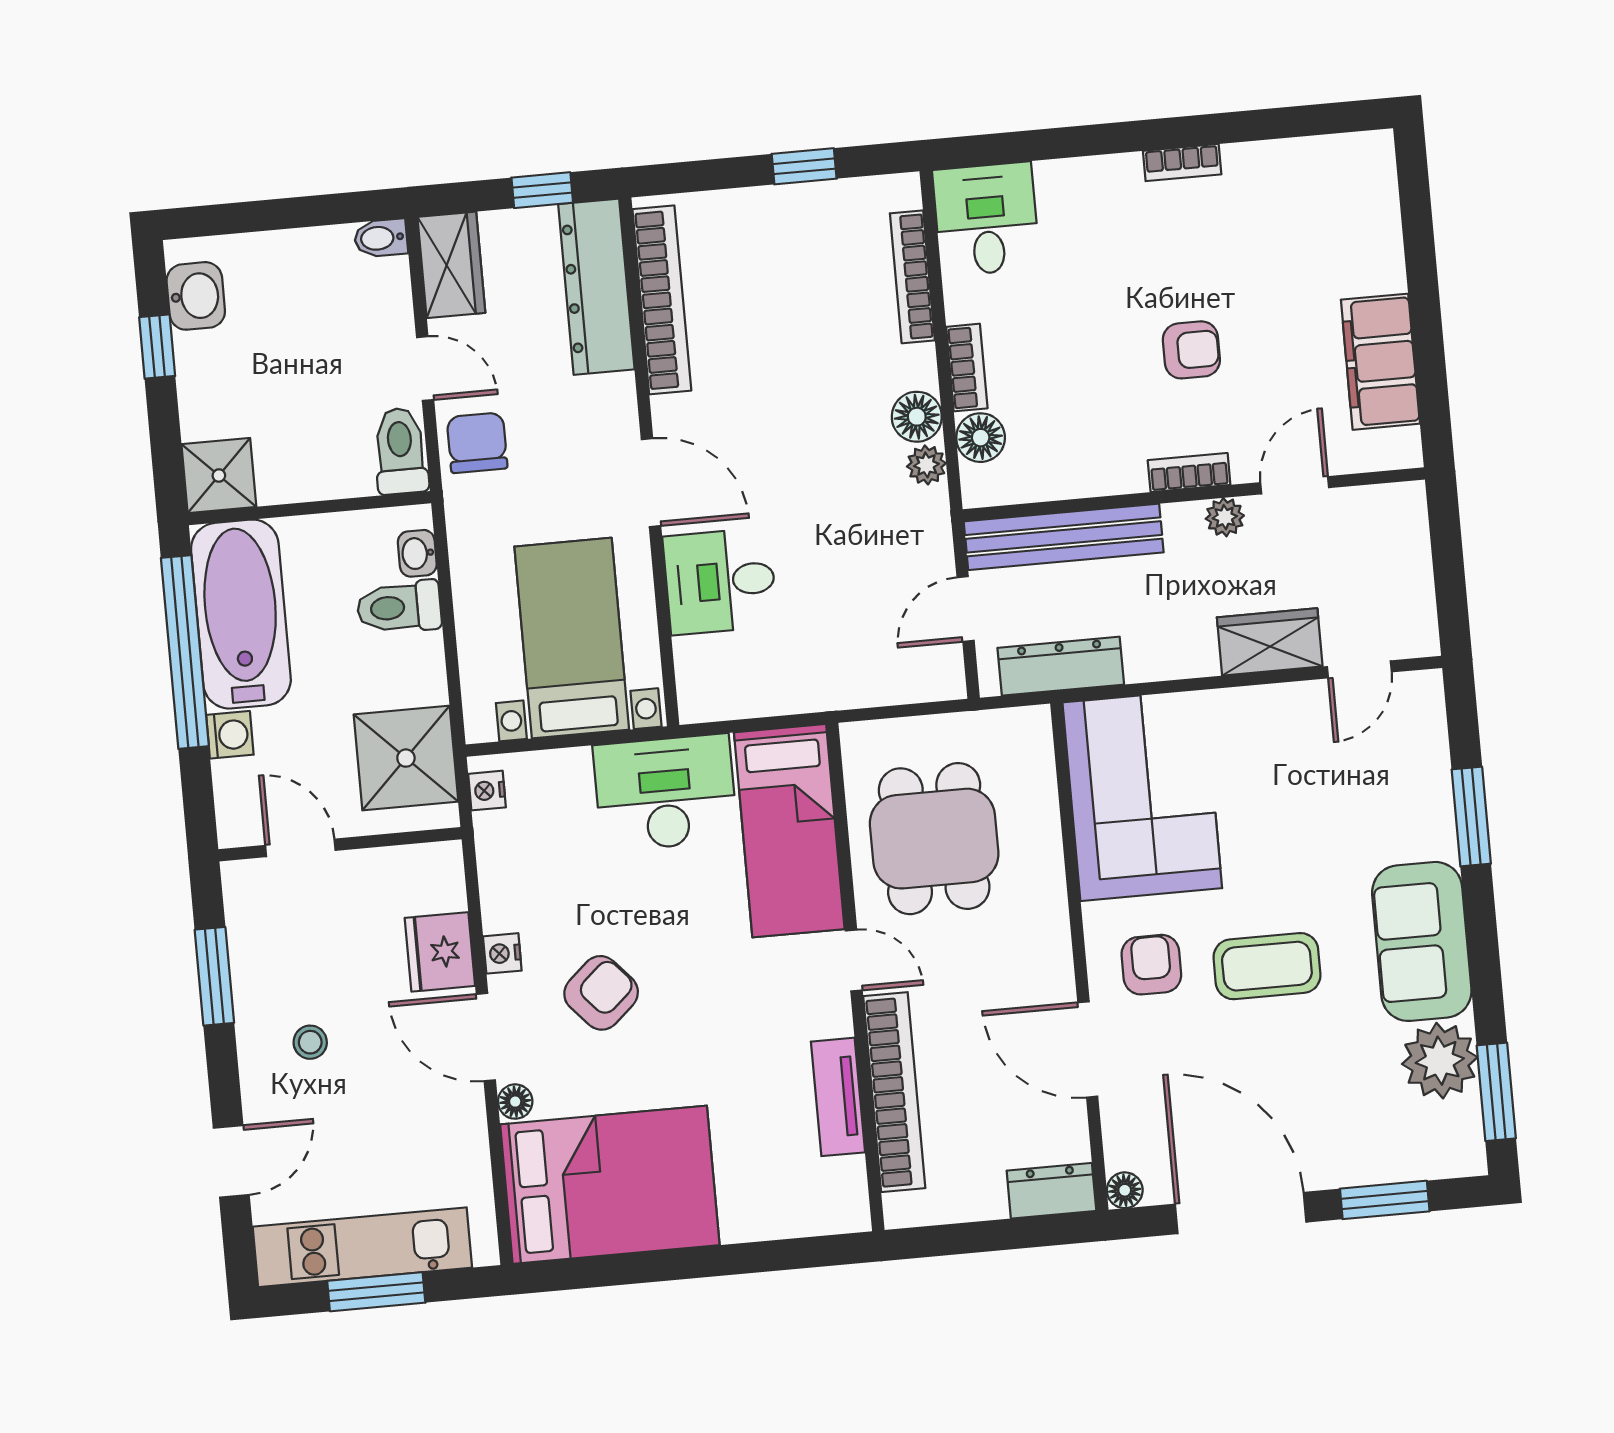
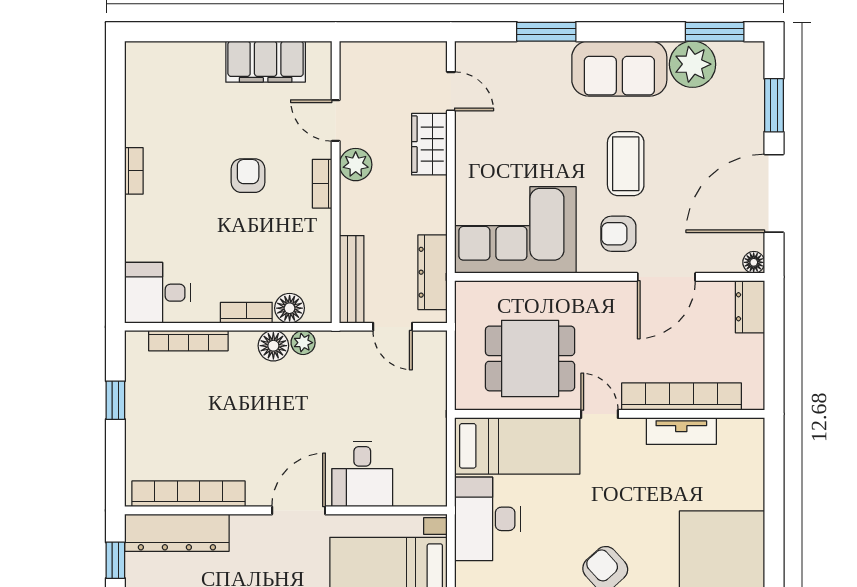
plant: (1225, 517) -> (356, 165), width x1.38, depth x1.38
bench: (1064, 537) -> (352, 279), width x0.73, depth x0.82
door: (854, 960) -> (599, 414), hinge flipped

